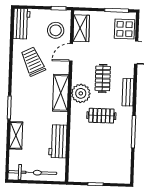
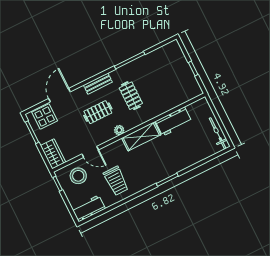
wardrobe: (81, 28) -> (53, 154), moved, turned 90
trolley: (33, 61) -> (116, 181), turned -64
shelving: (61, 93) -> (141, 136), moved
plant: (81, 93) -> (119, 130), width x0.53, depth x0.53
shelving: (16, 135) -> (188, 161), removed
bicycle: (33, 173) -> (218, 133), width x0.73, depth x0.71

